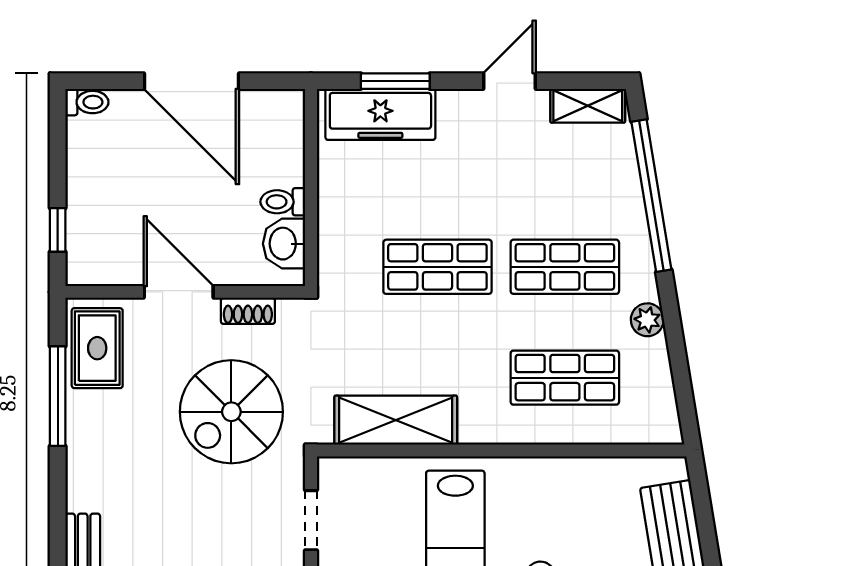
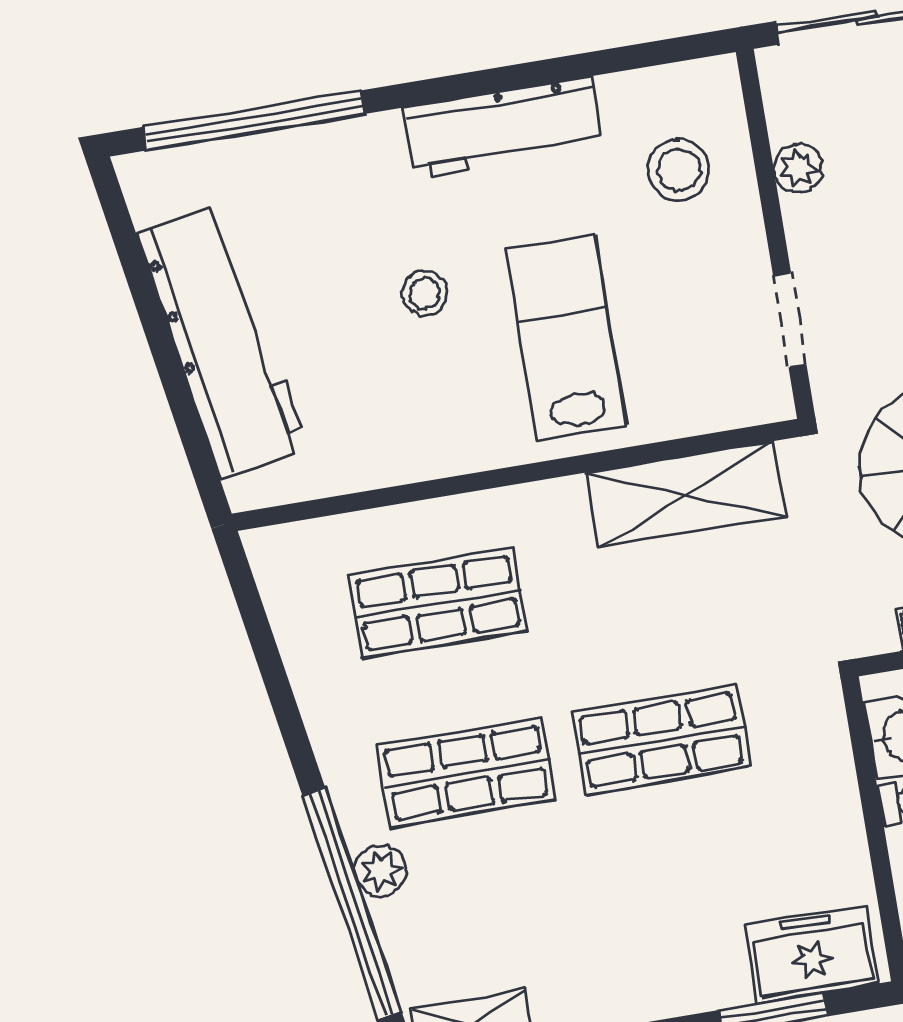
freezer: (380, 114) -> (811, 954), width x0.71
plant: (647, 320) -> (380, 871), moved

